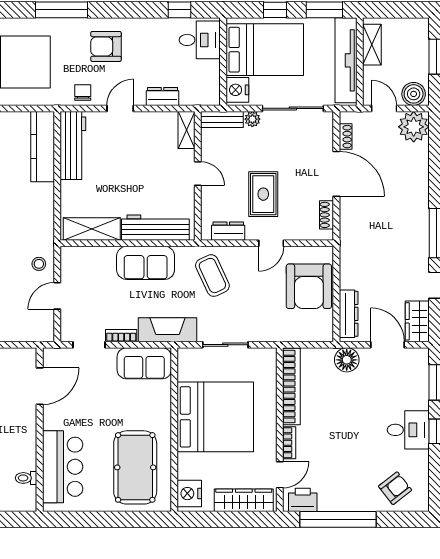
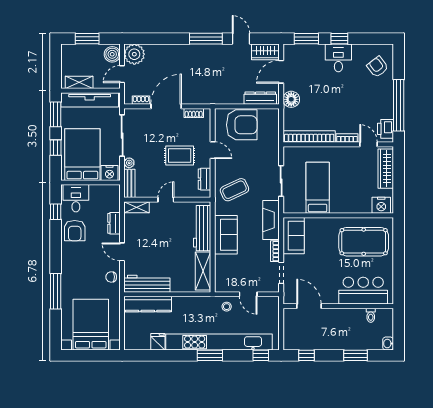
armchair: (106, 46) -> (75, 231), moved
bed: (215, 417) -> (318, 188), width x0.49

